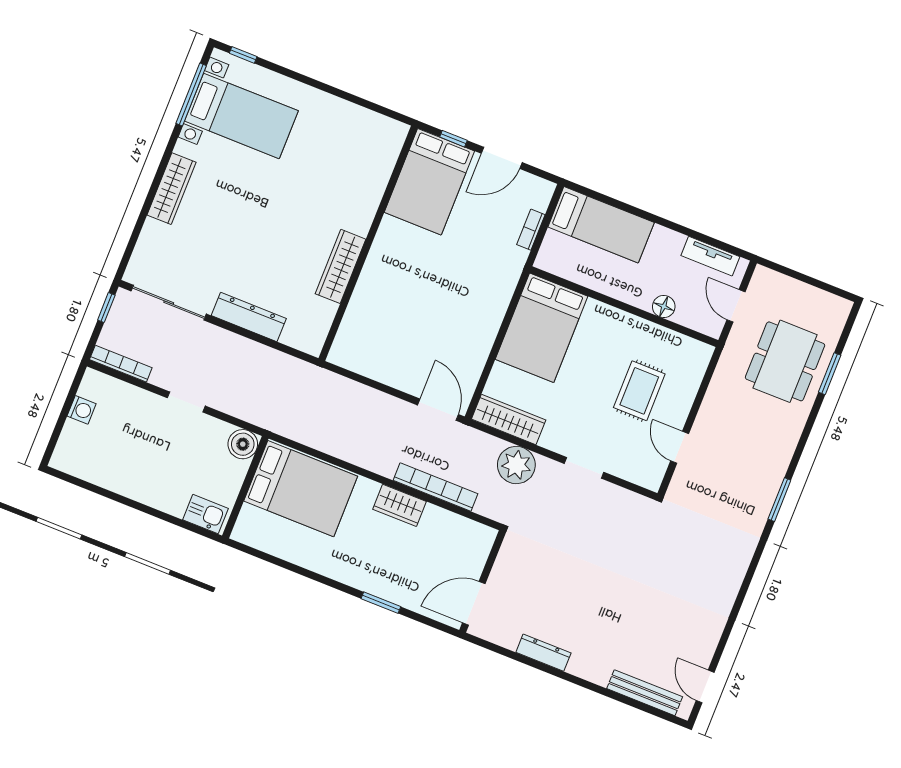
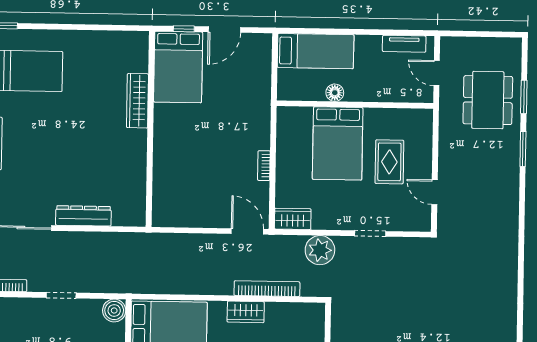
bookcase: (531, 230) -> (264, 166), moved
wardrobe: (341, 266) -> (137, 101), moved
floor lamp: (664, 307) -> (335, 93), moved
bed: (542, 328) -> (338, 143), moved
wardrobe: (509, 420) -> (293, 219), width x0.67
window: (779, 500) -> (523, 149), moved

